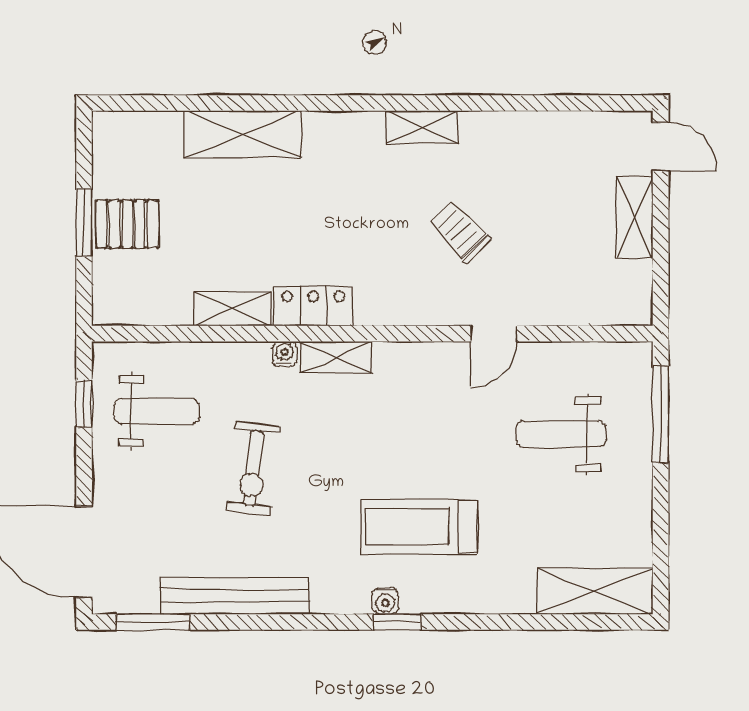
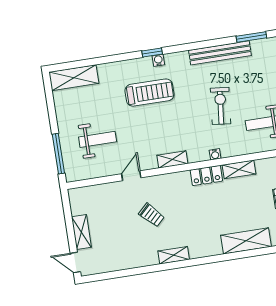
shelving: (336, 357) -> (172, 159), moved

